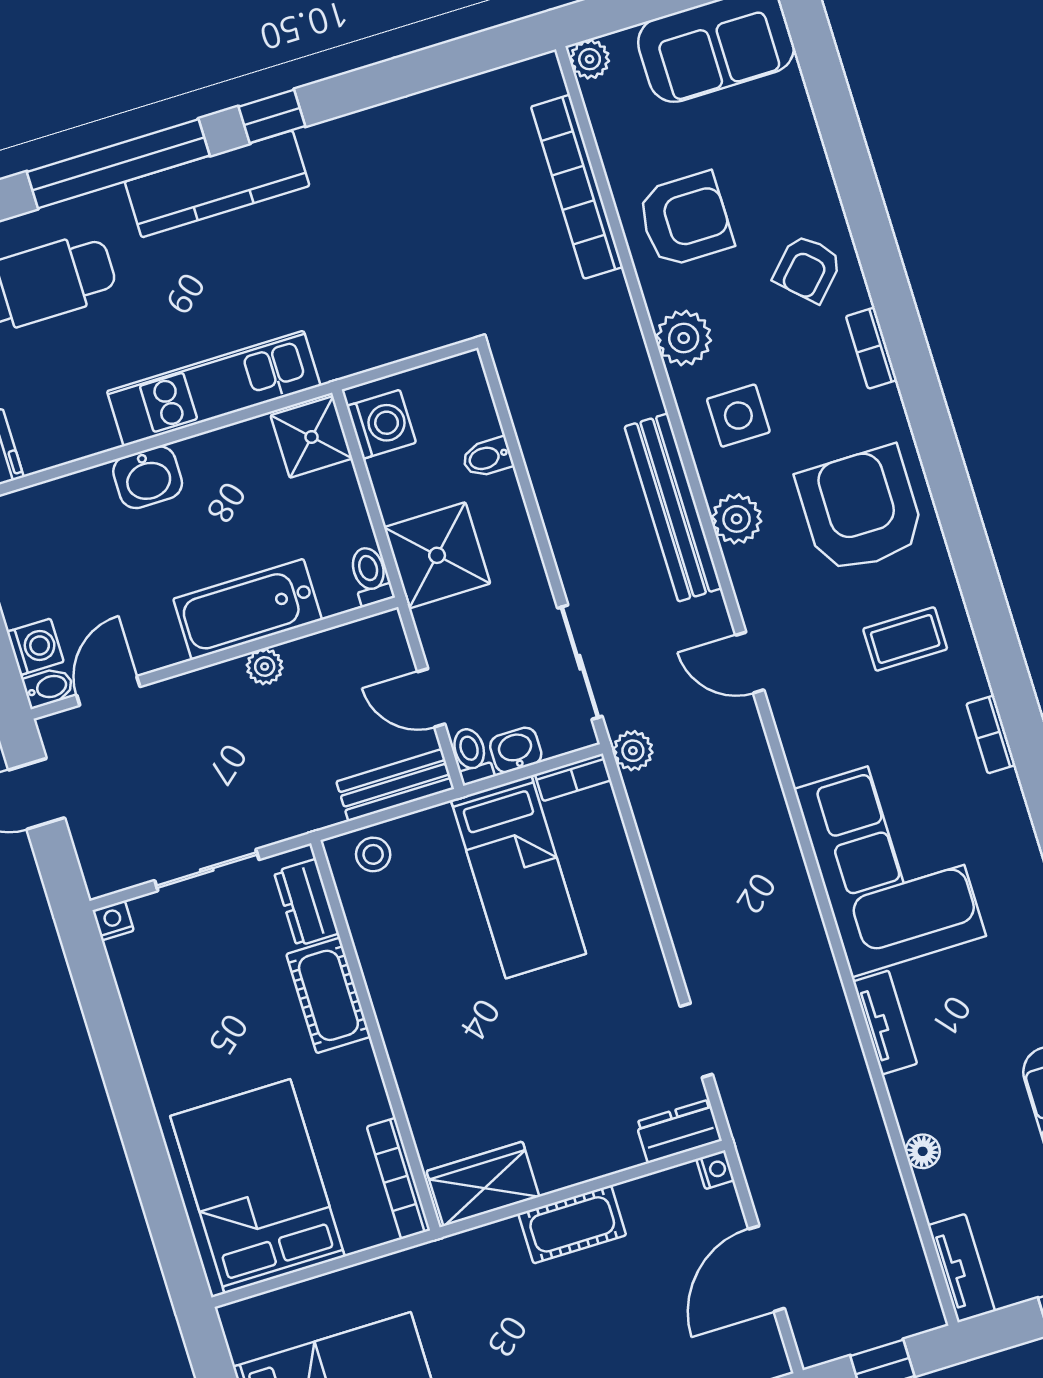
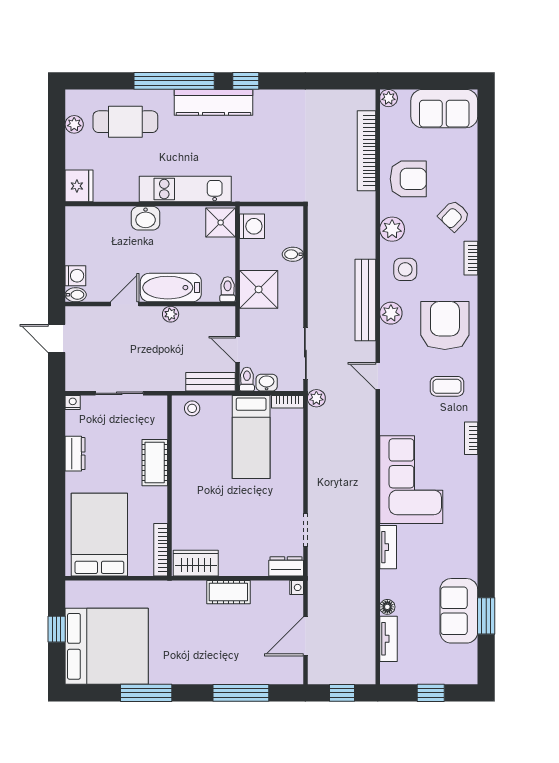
door: (108, 691) -> (125, 304), moved
dresser: (306, 903) -> (75, 454), moved, turned 180
tv unit: (961, 1268) -> (388, 639), moved

